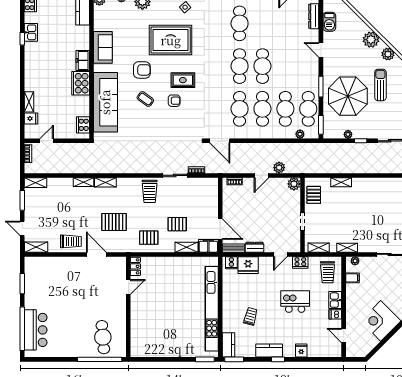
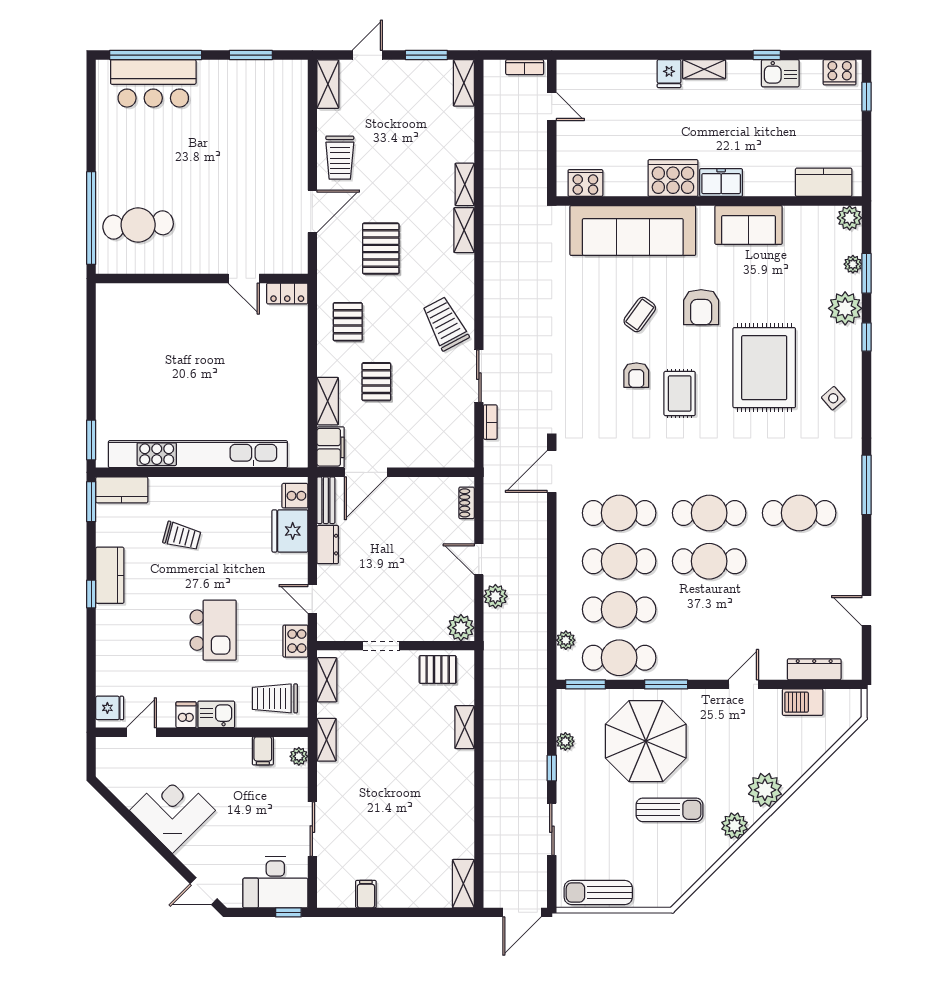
shelving: (29, 102) -> (704, 69), moved
fridge: (31, 119) -> (669, 74), moved
trolley: (150, 191) -> (445, 324), turned 62
fridge: (301, 351) -> (110, 708), moved

